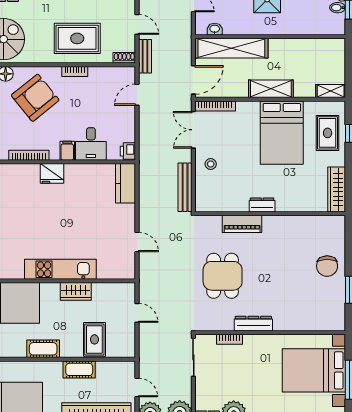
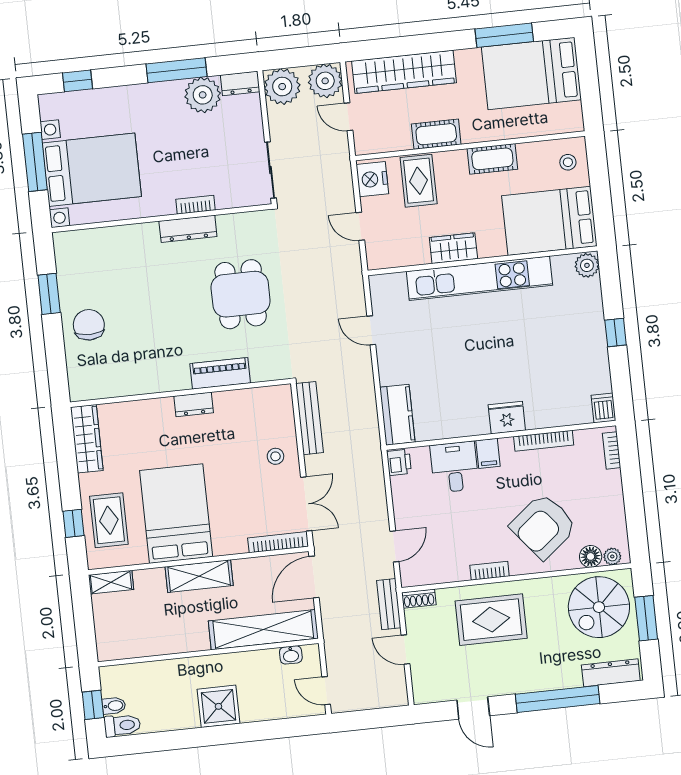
kitchen unit: (60, 269) -> (479, 278), width x1.36
bookcase: (229, 339) -> (196, 205), moved
nightstand: (126, 344) -> (372, 179), added

